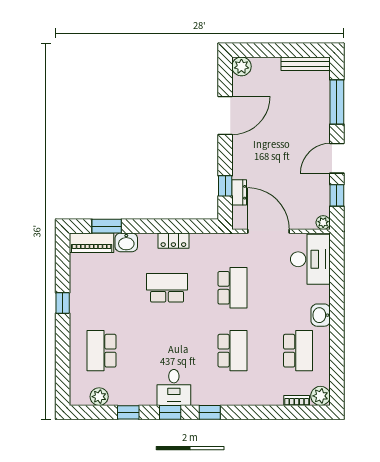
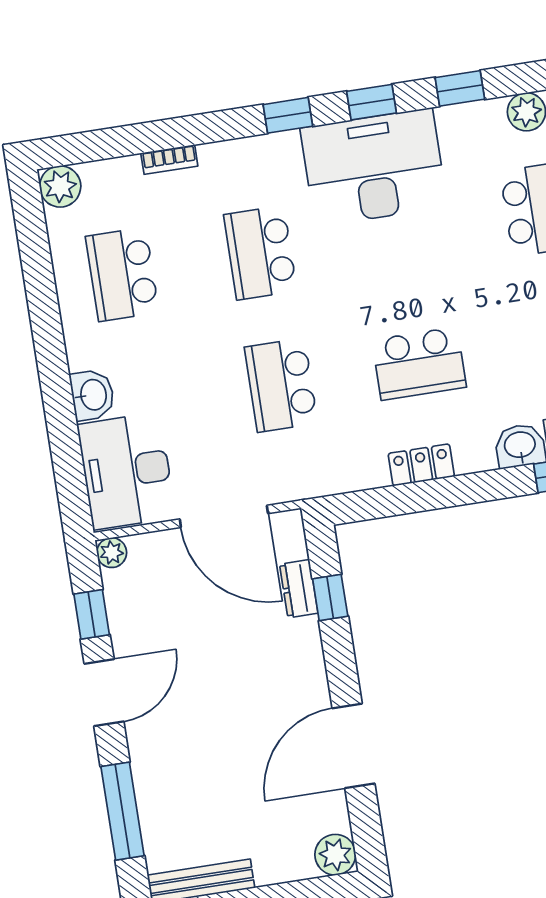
washbasin: (321, 315) -> (92, 395), moved
desk: (174, 387) -> (374, 167), width x1.87, depth x1.30
bookcase: (297, 400) -> (169, 159), moved

